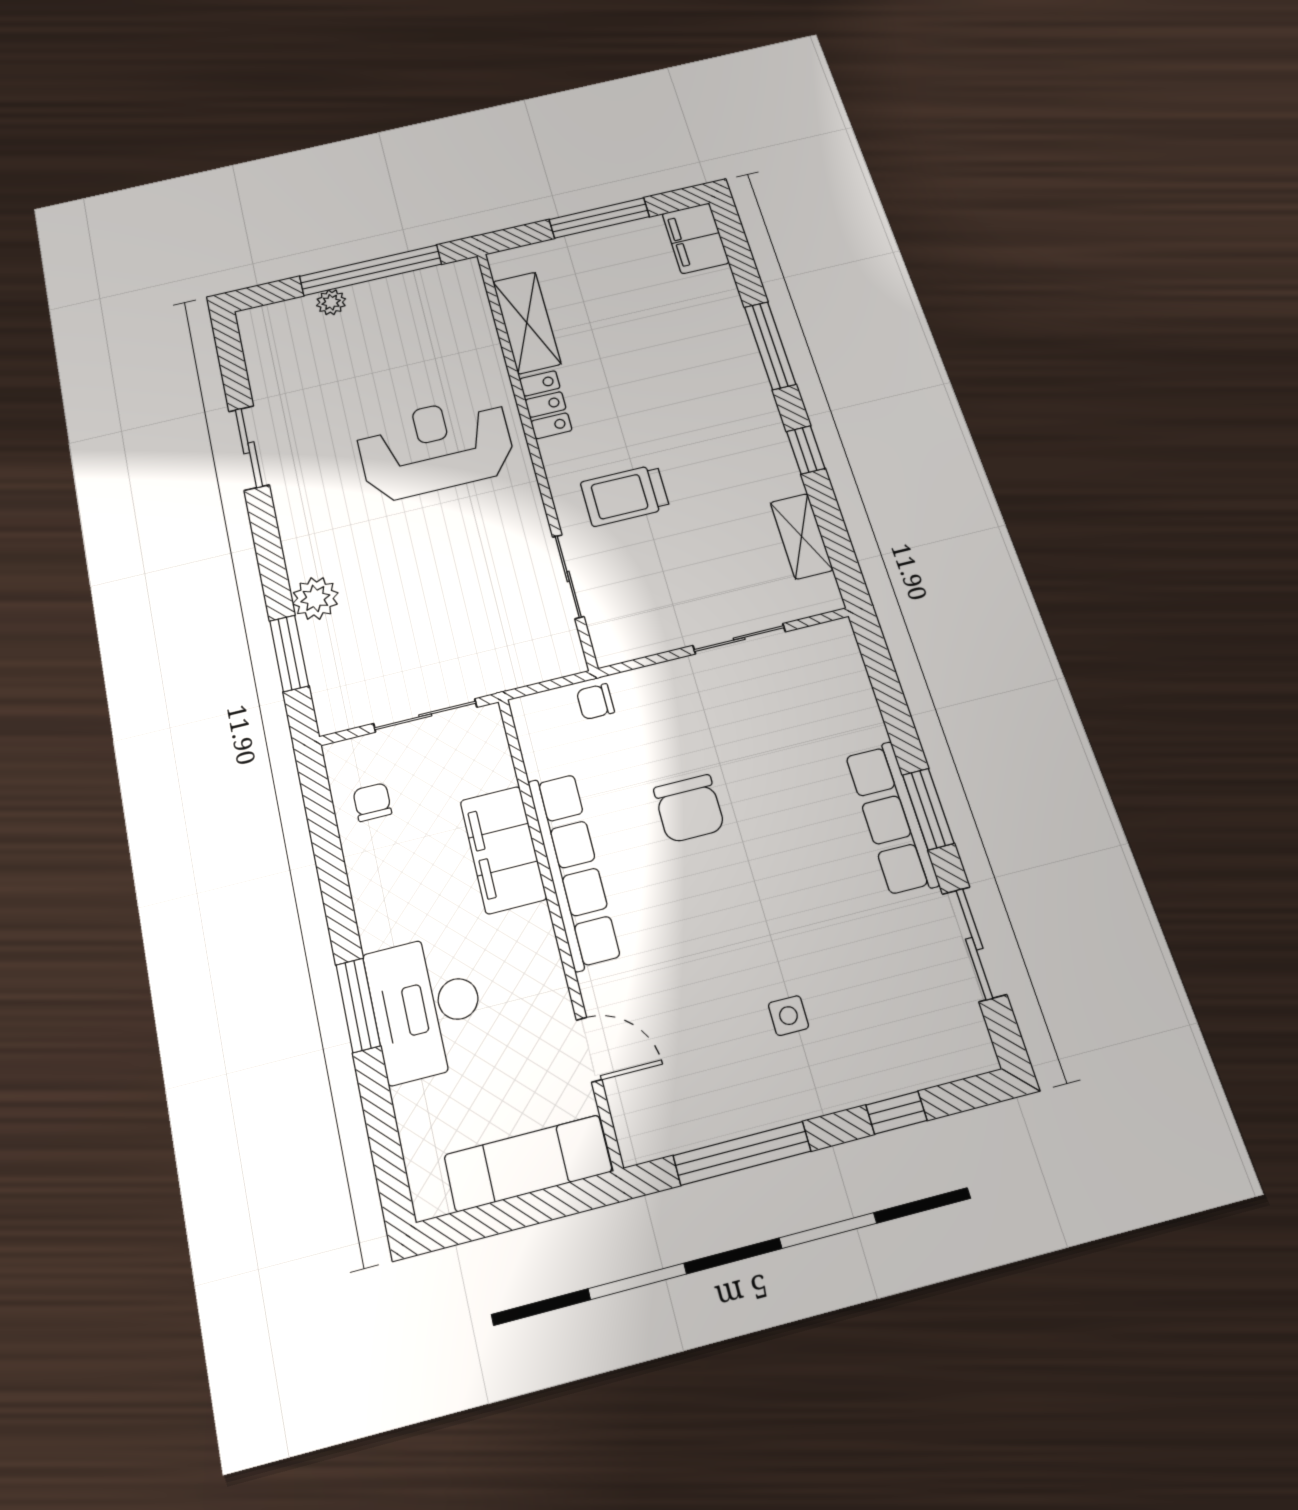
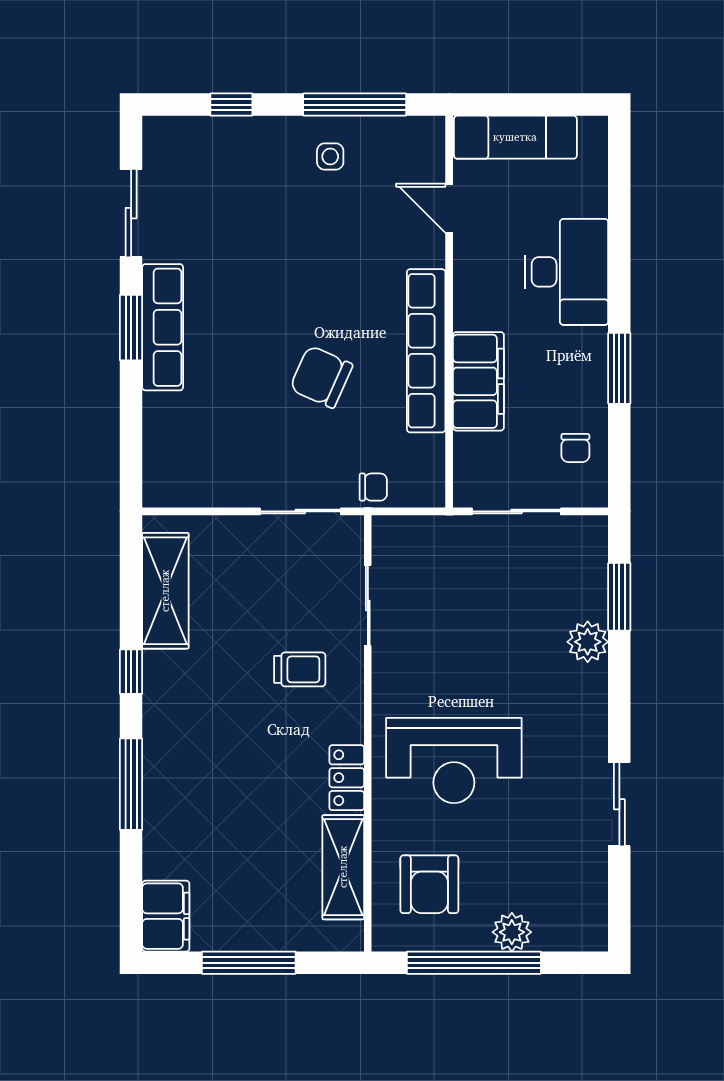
plant: (331, 302) -> (512, 932), width x1.38, depth x1.38
armchair: (433, 328) -> (429, 884), added
trolley: (625, 495) -> (300, 669), width x0.73, depth x0.72
shelving: (801, 536) -> (165, 591), width x1.50, depth x1.33
sliding door: (739, 639) -> (300, 511), moved
chair: (689, 809) -> (321, 377), turned -66
window: (358, 1005) -> (619, 368), moved
side table: (788, 1016) -> (330, 157), moved

